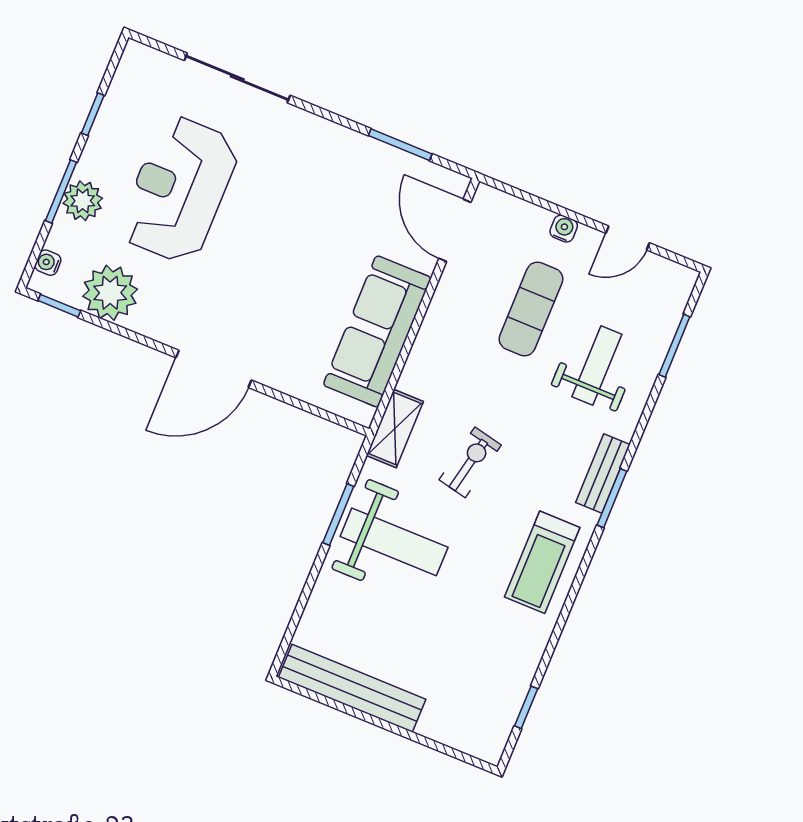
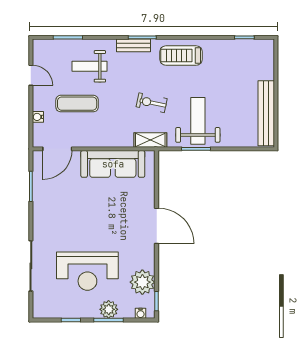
water cooler: (564, 229) -> (38, 117), moved
treadmill: (542, 562) -> (181, 56), turned 180

